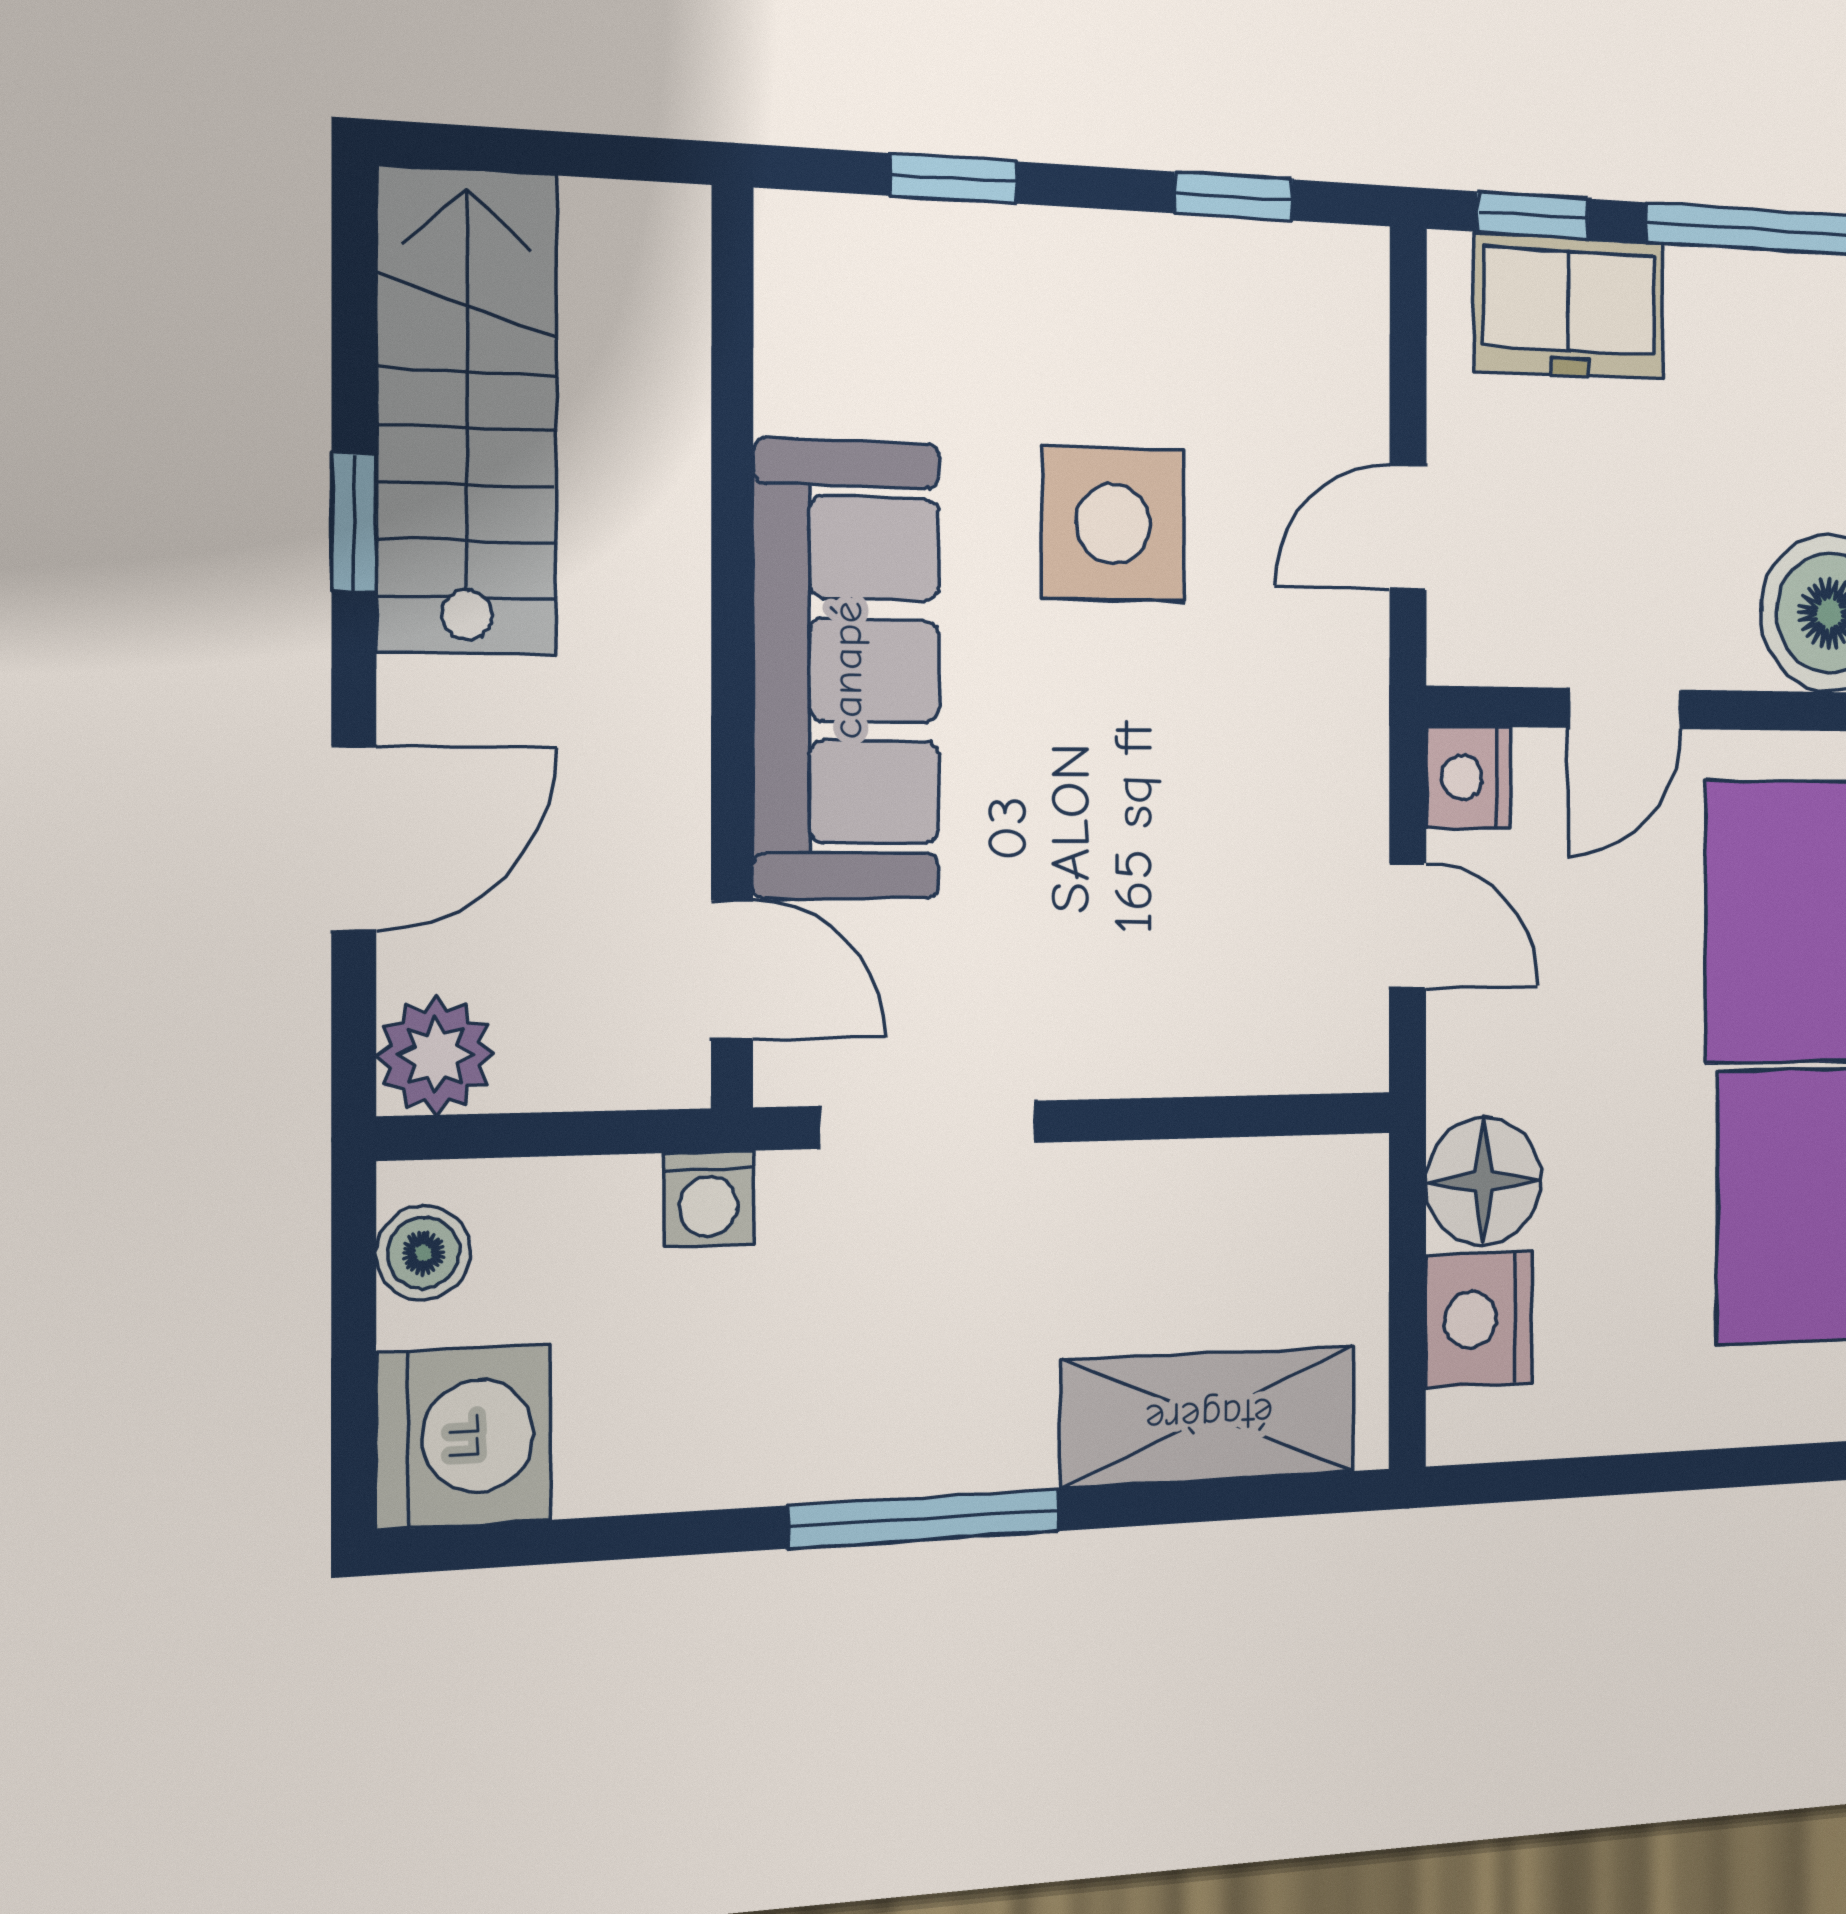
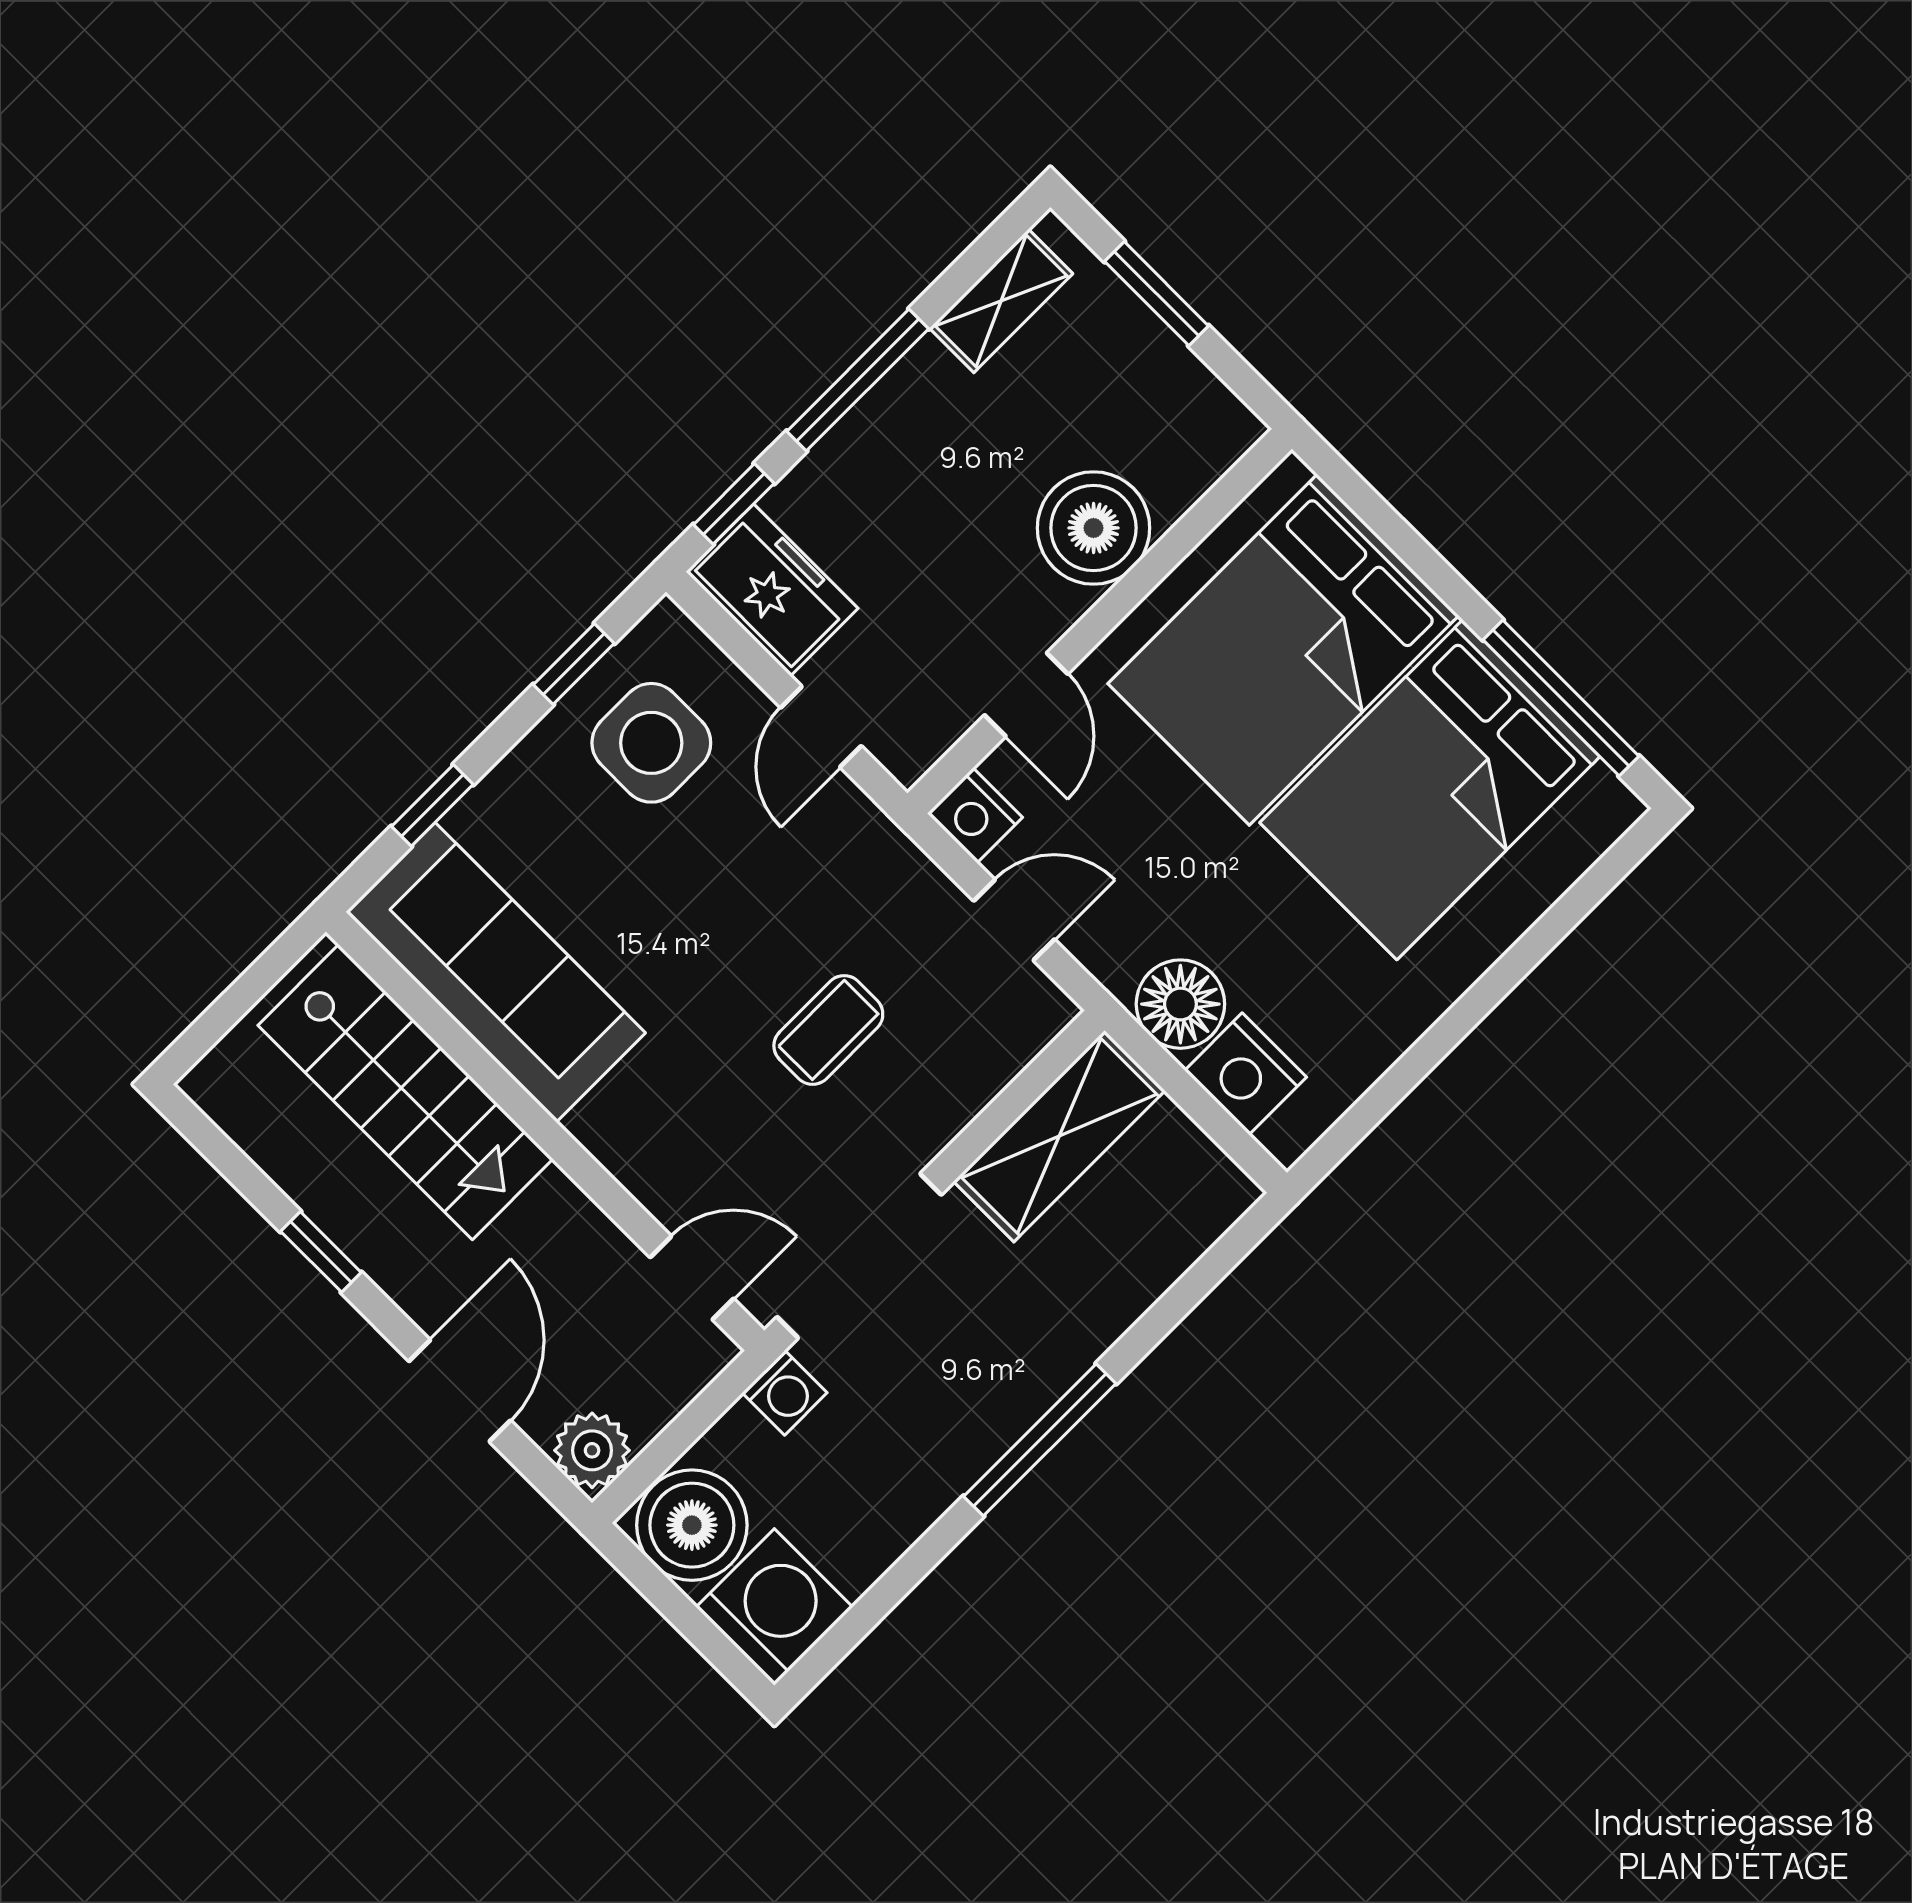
freezer: (1569, 306) -> (772, 590), moved, turned -90
stairs: (467, 412) -> (406, 1092), moved, turned 180
side table: (1113, 524) -> (651, 743), moved
sofa: (847, 670) -> (496, 972), moved
coffee table: (1125, 847) -> (828, 1030), added
doorway: (929, 1124) -> (859, 1256), width x1.36
boiler: (423, 1253) -> (692, 1525), width x1.86, depth x1.86
shelving: (1209, 1416) -> (1059, 1136), moved

